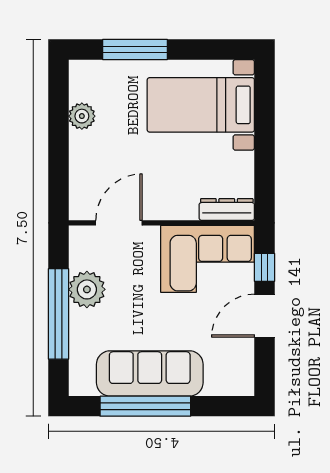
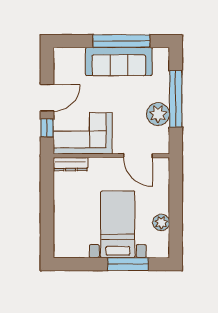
bed with nightstands: (201, 105) -> (118, 224), moved, turned -90
door: (119, 223) -> (138, 156), hinge flipped

